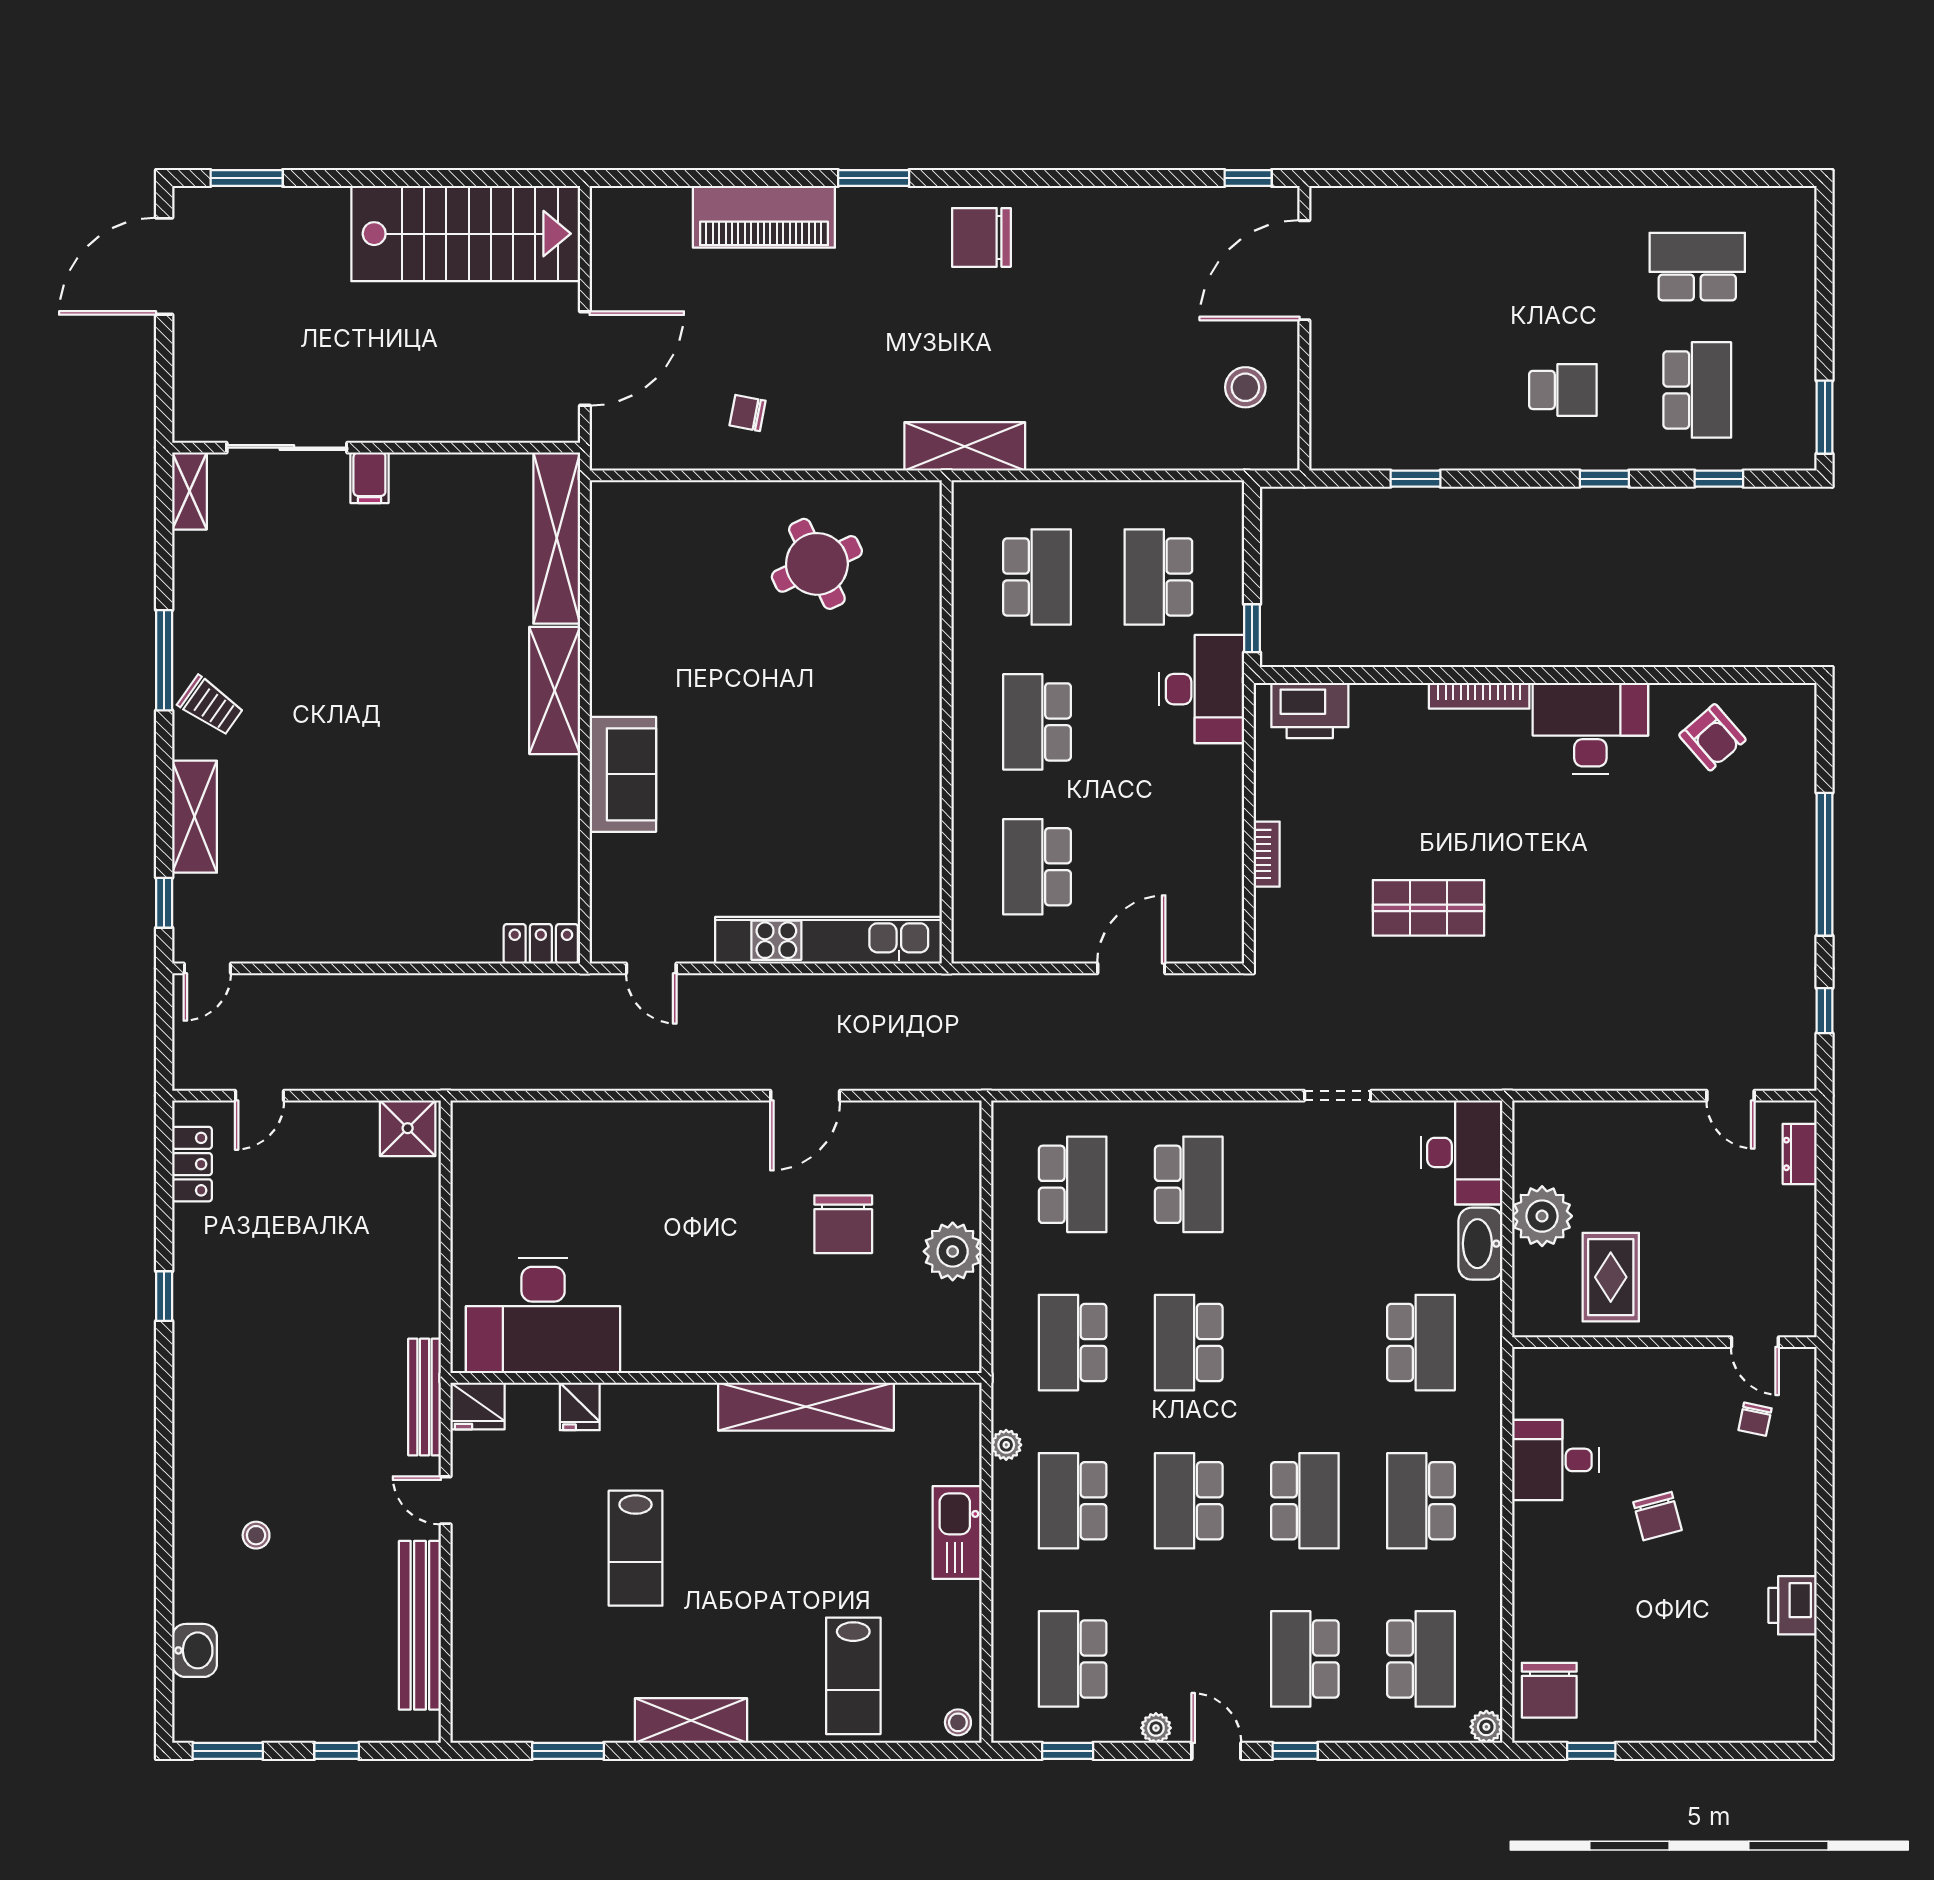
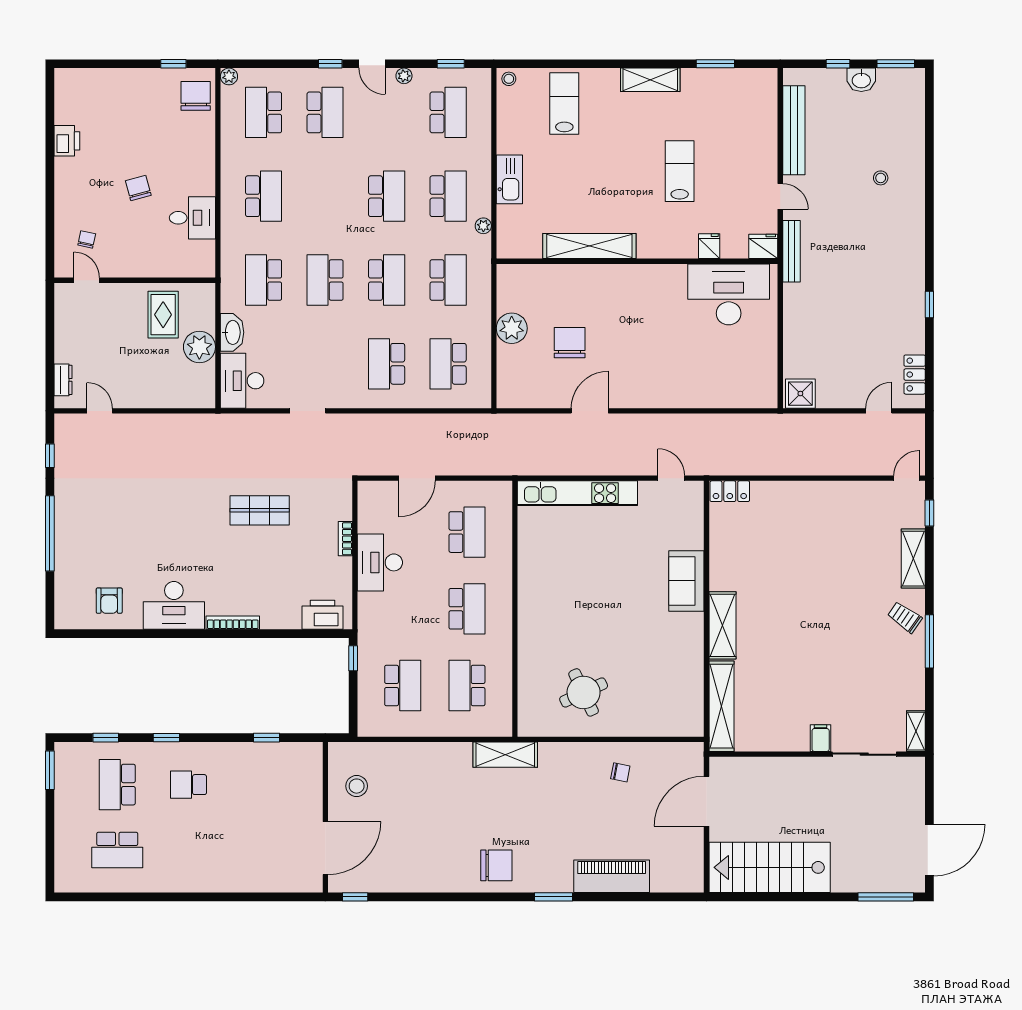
window: (247, 178) -> (886, 897), width x1.44
desk: (1201, 689) -> (380, 562), moved
armchair: (1712, 737) -> (109, 601), turned -139
school desk: (1305, 1501) -> (325, 280), moved
washbasin: (195, 1650) -> (861, 80), moved, turned -90

